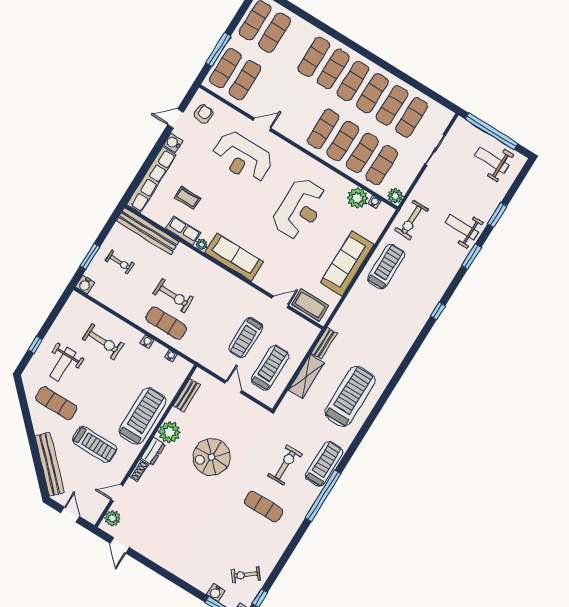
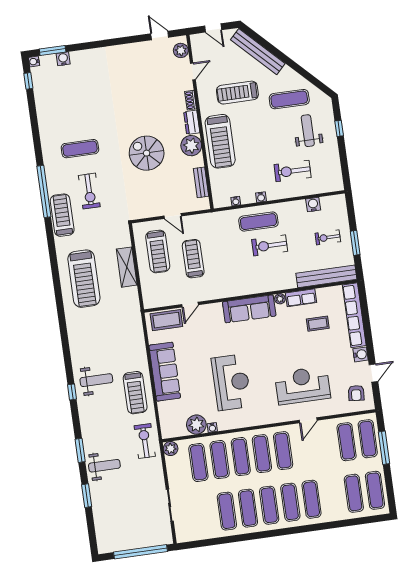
exercise mat: (411, 117) -> (283, 451), moved
weight bench: (492, 160) -> (96, 380), moved
water cooler: (374, 202) -> (212, 428), moved
reception desk: (299, 209) -> (231, 382), turned 180
window: (90, 256) -> (355, 243), moved
water cooler: (85, 285) -> (313, 205), moved
bench: (324, 343) -> (134, 301), removed
spiral stairs: (212, 457) -> (147, 153), turned -90
treadmill: (324, 464) -> (62, 215), turned 180
exercise bike: (246, 575) -> (52, 89), removed

